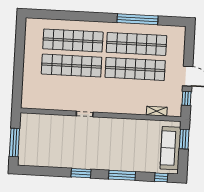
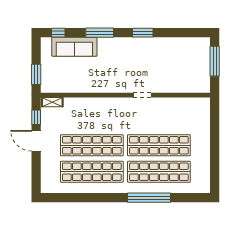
window: (137, 19) -> (149, 198), moved
shelving: (157, 111) -> (52, 102), moved
sofa: (170, 148) -> (74, 47), moved, turned 90

